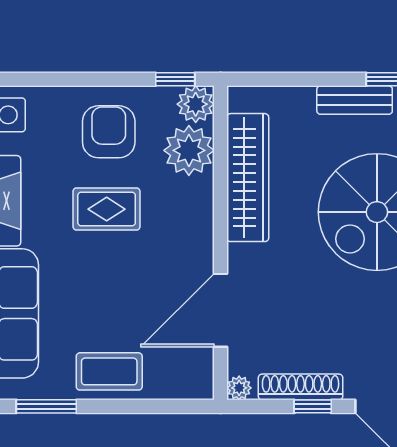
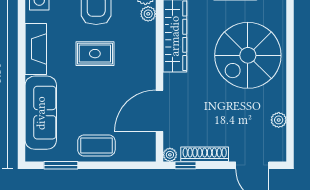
plant: (189, 150) -> (148, 14), width x0.53, depth x0.53
window: (313, 406) -> (186, 165), moved

